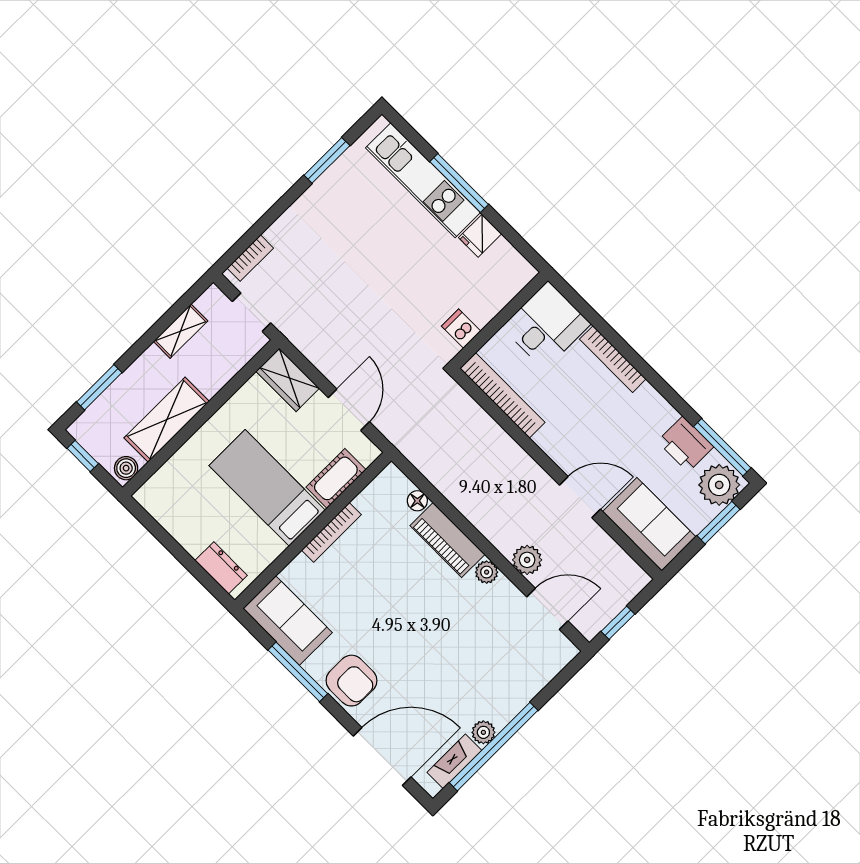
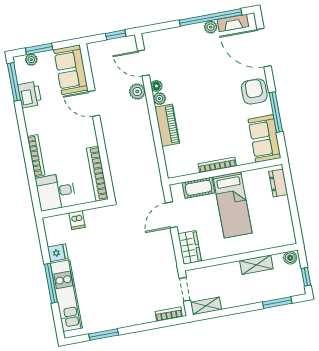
dishwasher: (461, 329) -> (77, 220), moved
shelving: (181, 331) -> (206, 306), moved
shelving: (167, 420) -> (256, 265), width x0.67, depth x0.75
plant: (719, 485) -> (31, 60), width x0.53, depth x0.53
floor lamp: (417, 501) -> (156, 86), moved

